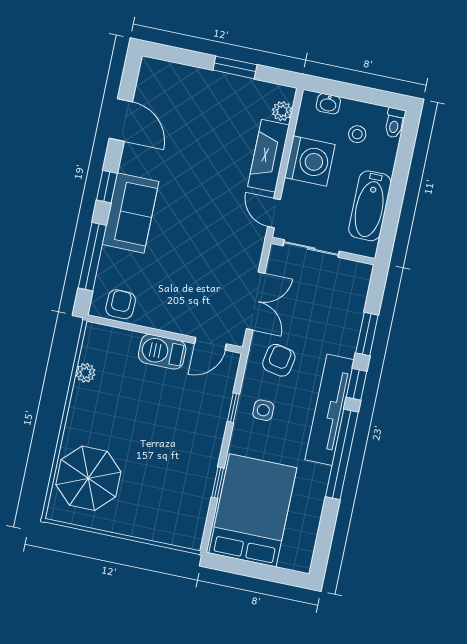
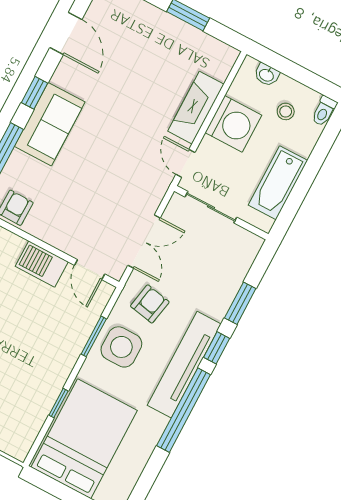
plant: (282, 111) -> (221, 69), removed
door: (210, 344) -> (90, 270), hinge flipped
window: (233, 408) -> (94, 336), width x1.50
side table: (263, 410) -> (121, 347), width x1.87, depth x1.87

